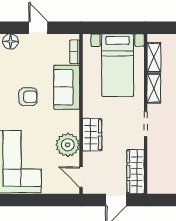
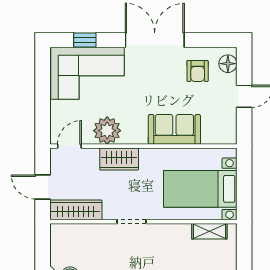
bookcase: (75, 52) -> (216, 139), removed
shelving: (154, 88) -> (173, 231), removed
armchair: (28, 97) -> (198, 71), moved

